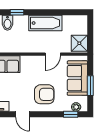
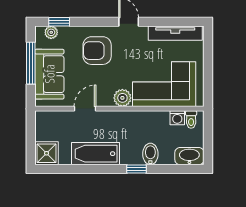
shower: (79, 43) -> (47, 153), moved
plant: (27, 62) -> (122, 98), added
window: (90, 86) -> (31, 63), width x1.44

